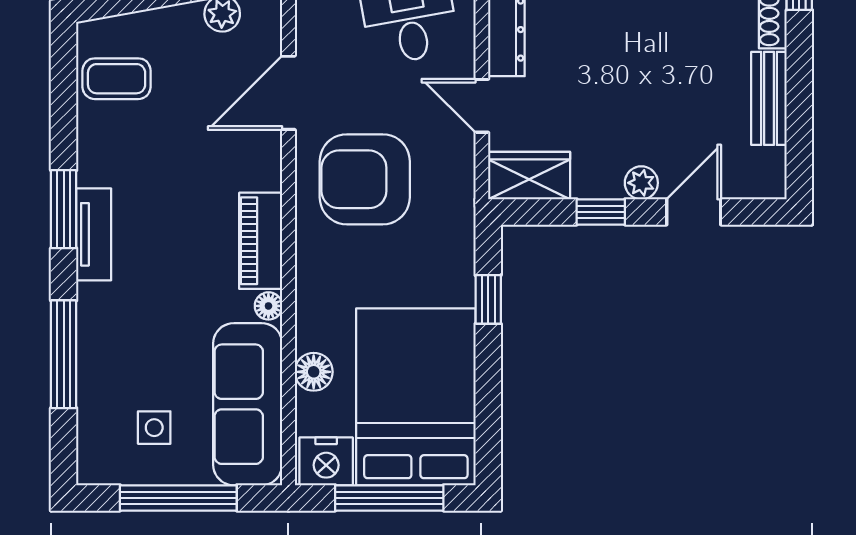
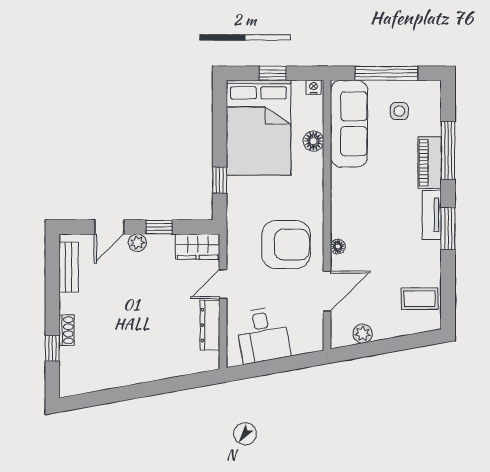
bench: (769, 98) -> (69, 267), moved
door: (482, 106) -> (223, 284), swing flipped
piano: (261, 241) -> (430, 163), moved, turned 180
floor lamp: (268, 306) -> (338, 247), moved
nightstand: (326, 461) -> (314, 87), width x0.53, depth x0.56
window: (389, 498) -> (273, 73), width x0.46

